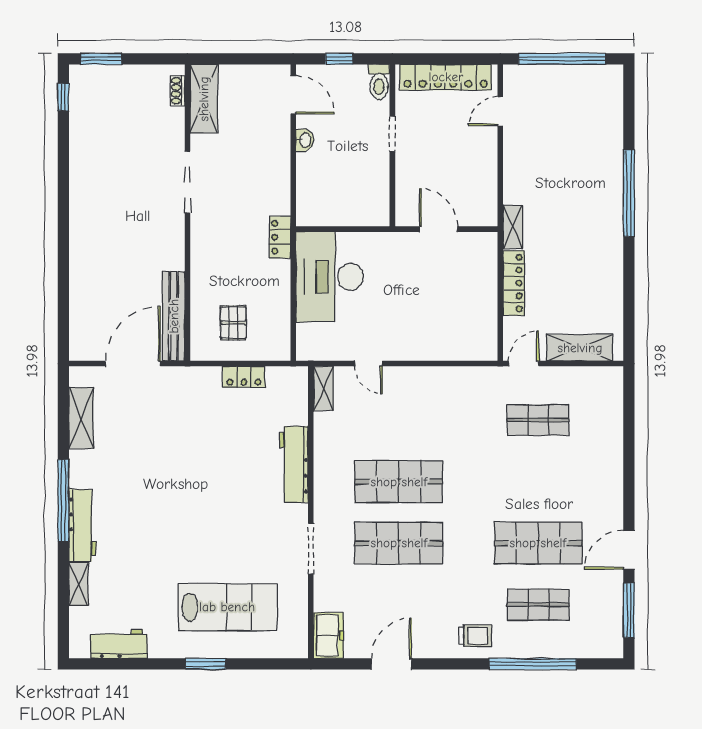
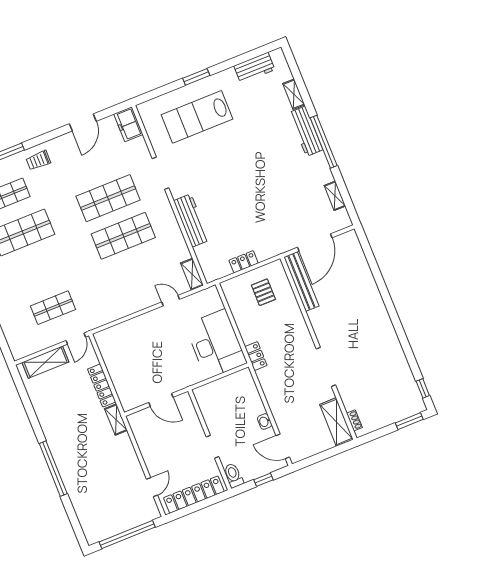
shelving: (81, 418) -> (335, 196), width x0.67, depth x0.75

